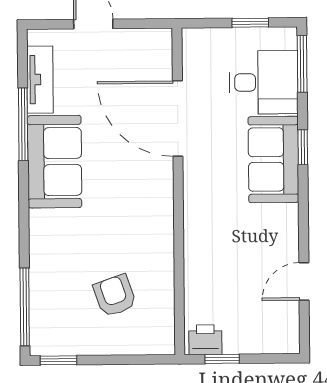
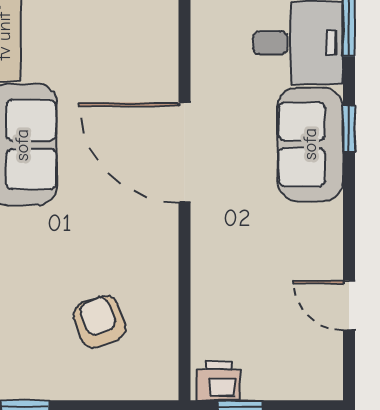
door: (178, 119) -> (185, 152), moved
door: (304, 281) -> (349, 305), hinge flipped

